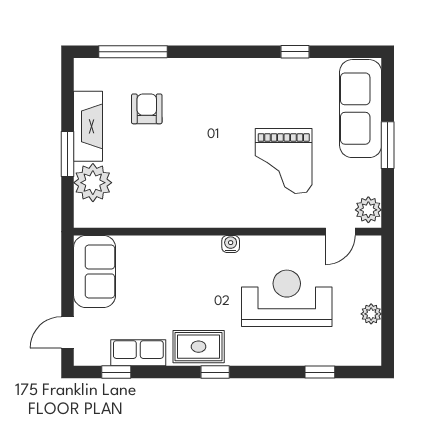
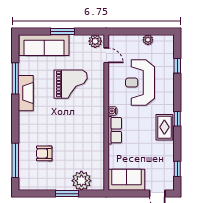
window: (295, 52) -> (15, 78), width x2.17
fireplace: (88, 126) -> (26, 93), moved, turned 90
row of seats: (138, 353) -> (115, 130), moved, turned 180

